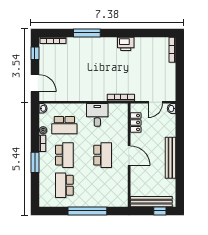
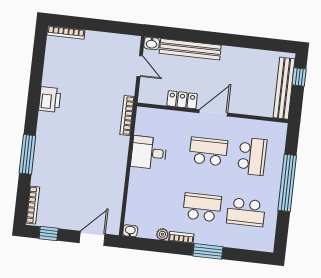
locker: (136, 122) -> (182, 100), moved
school desk: (64, 125) -> (252, 156), moved
bench: (170, 158) -> (190, 49), moved

